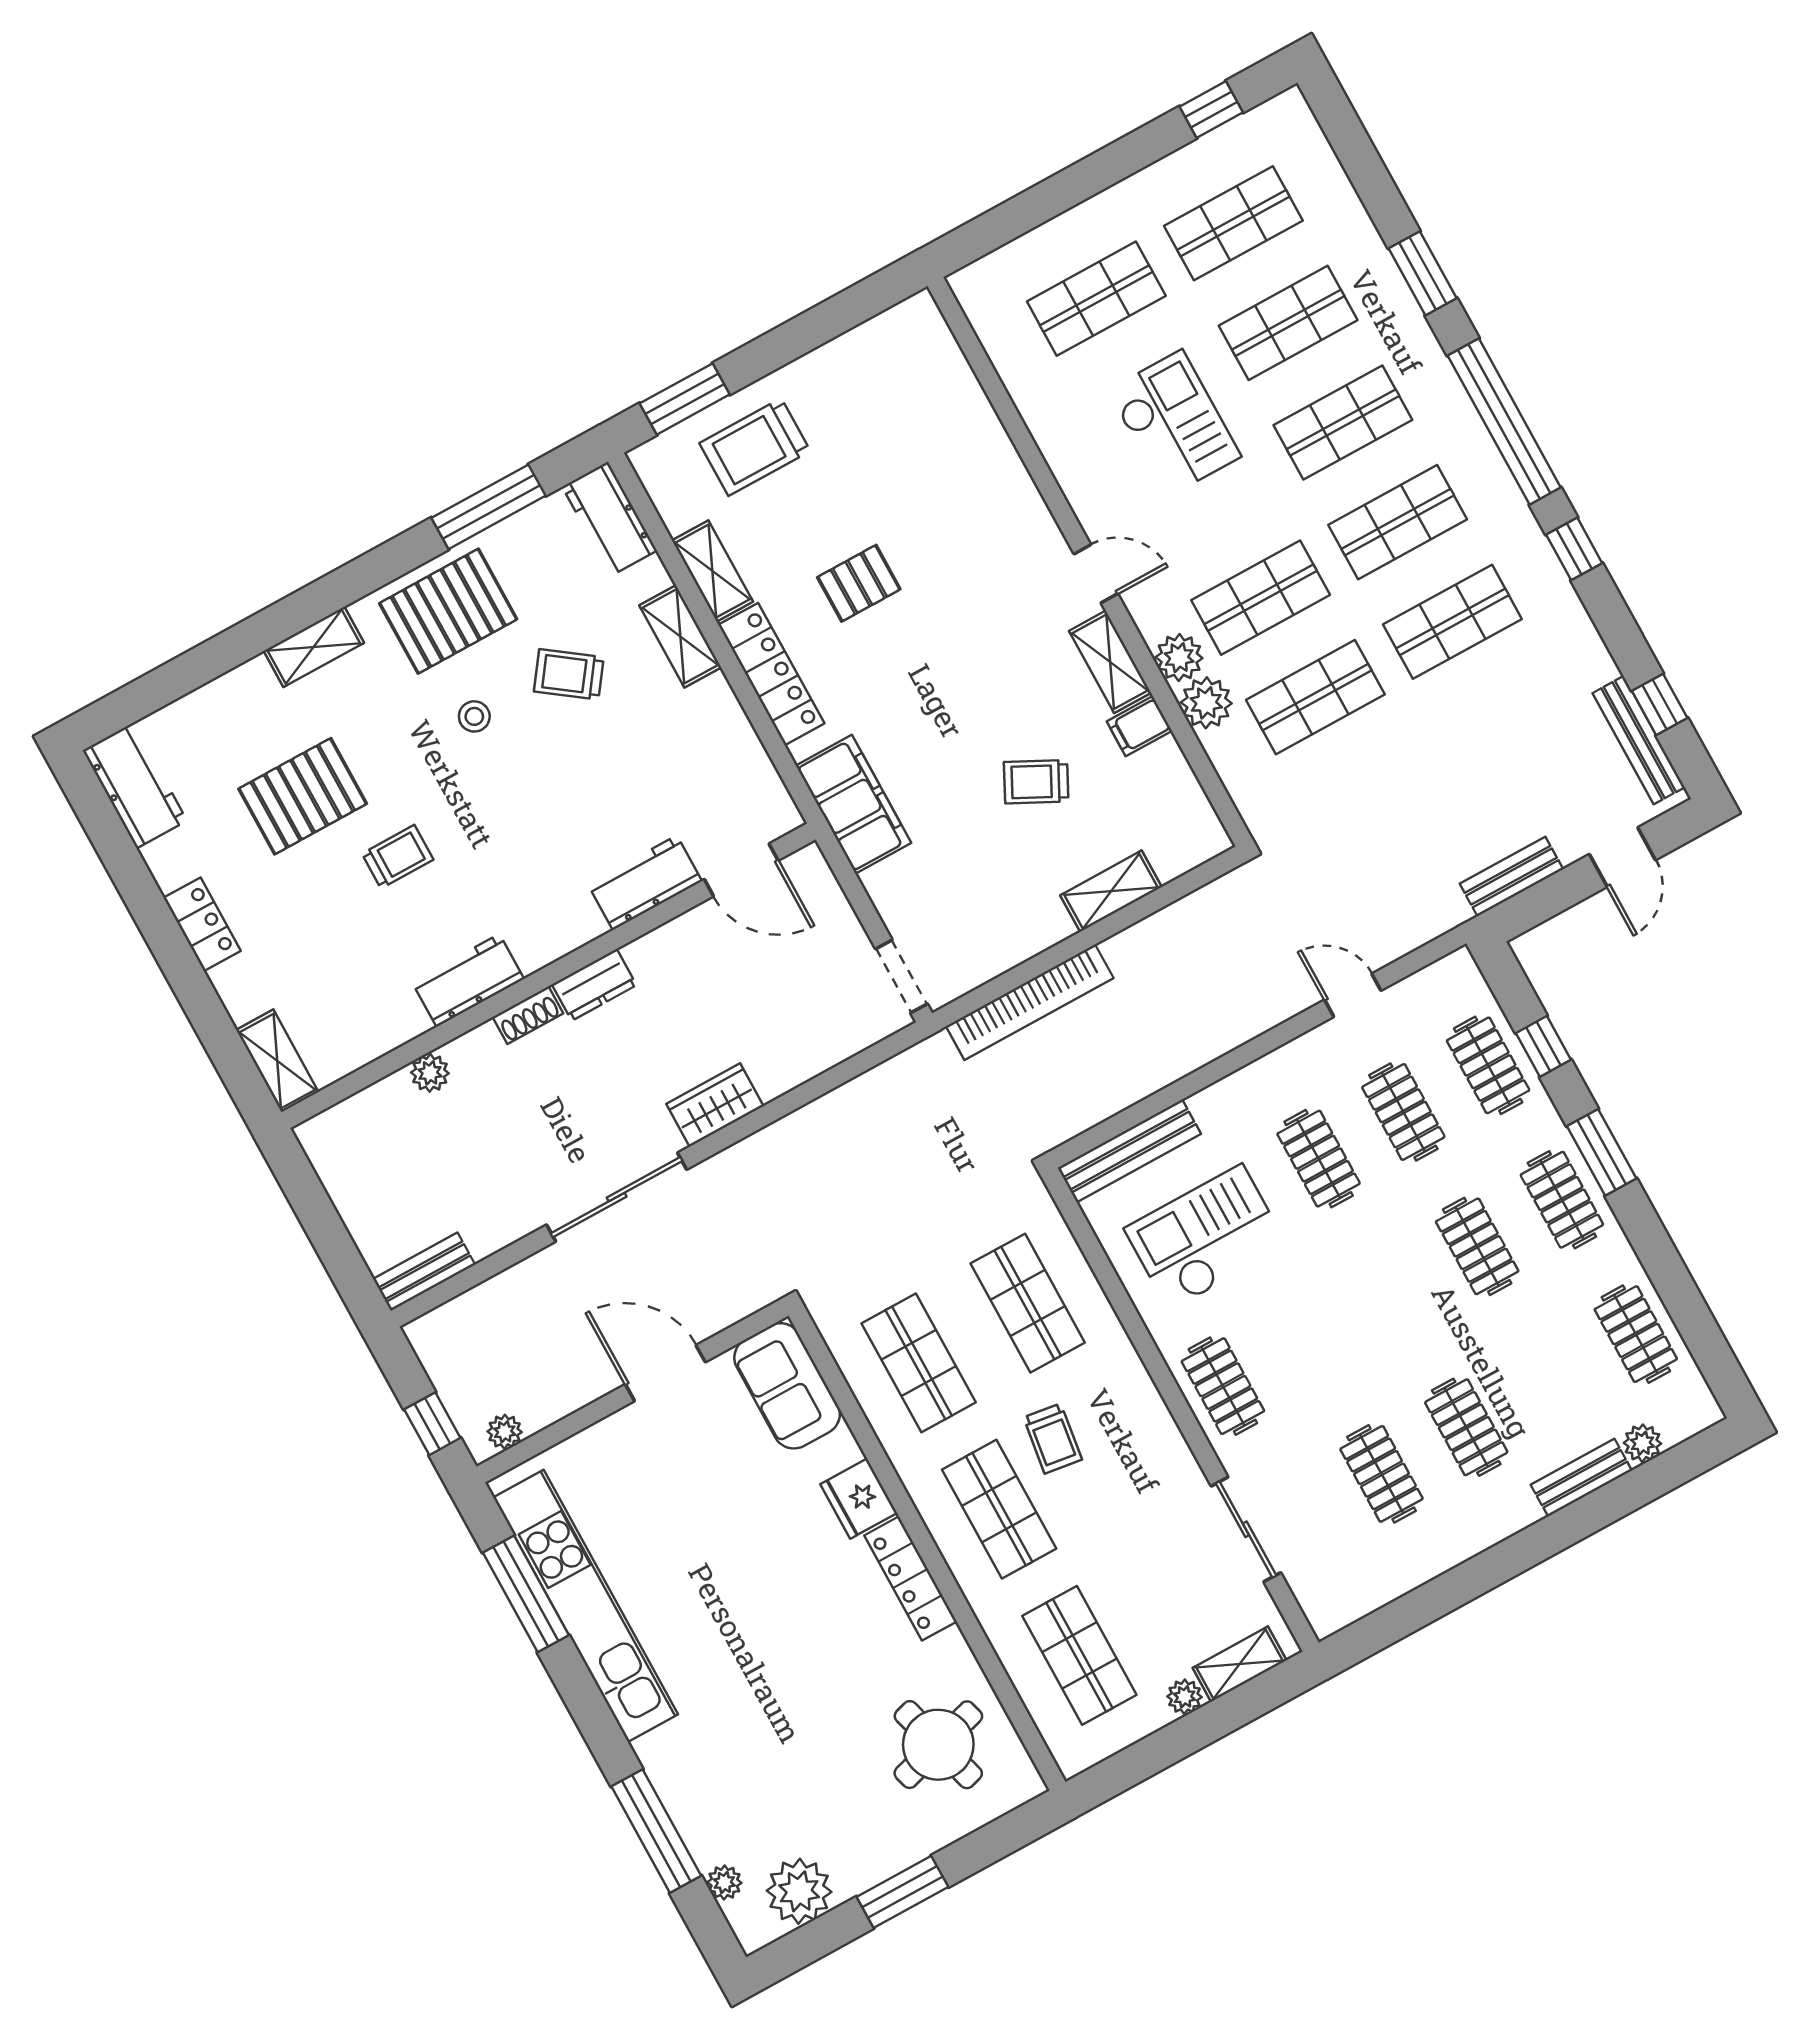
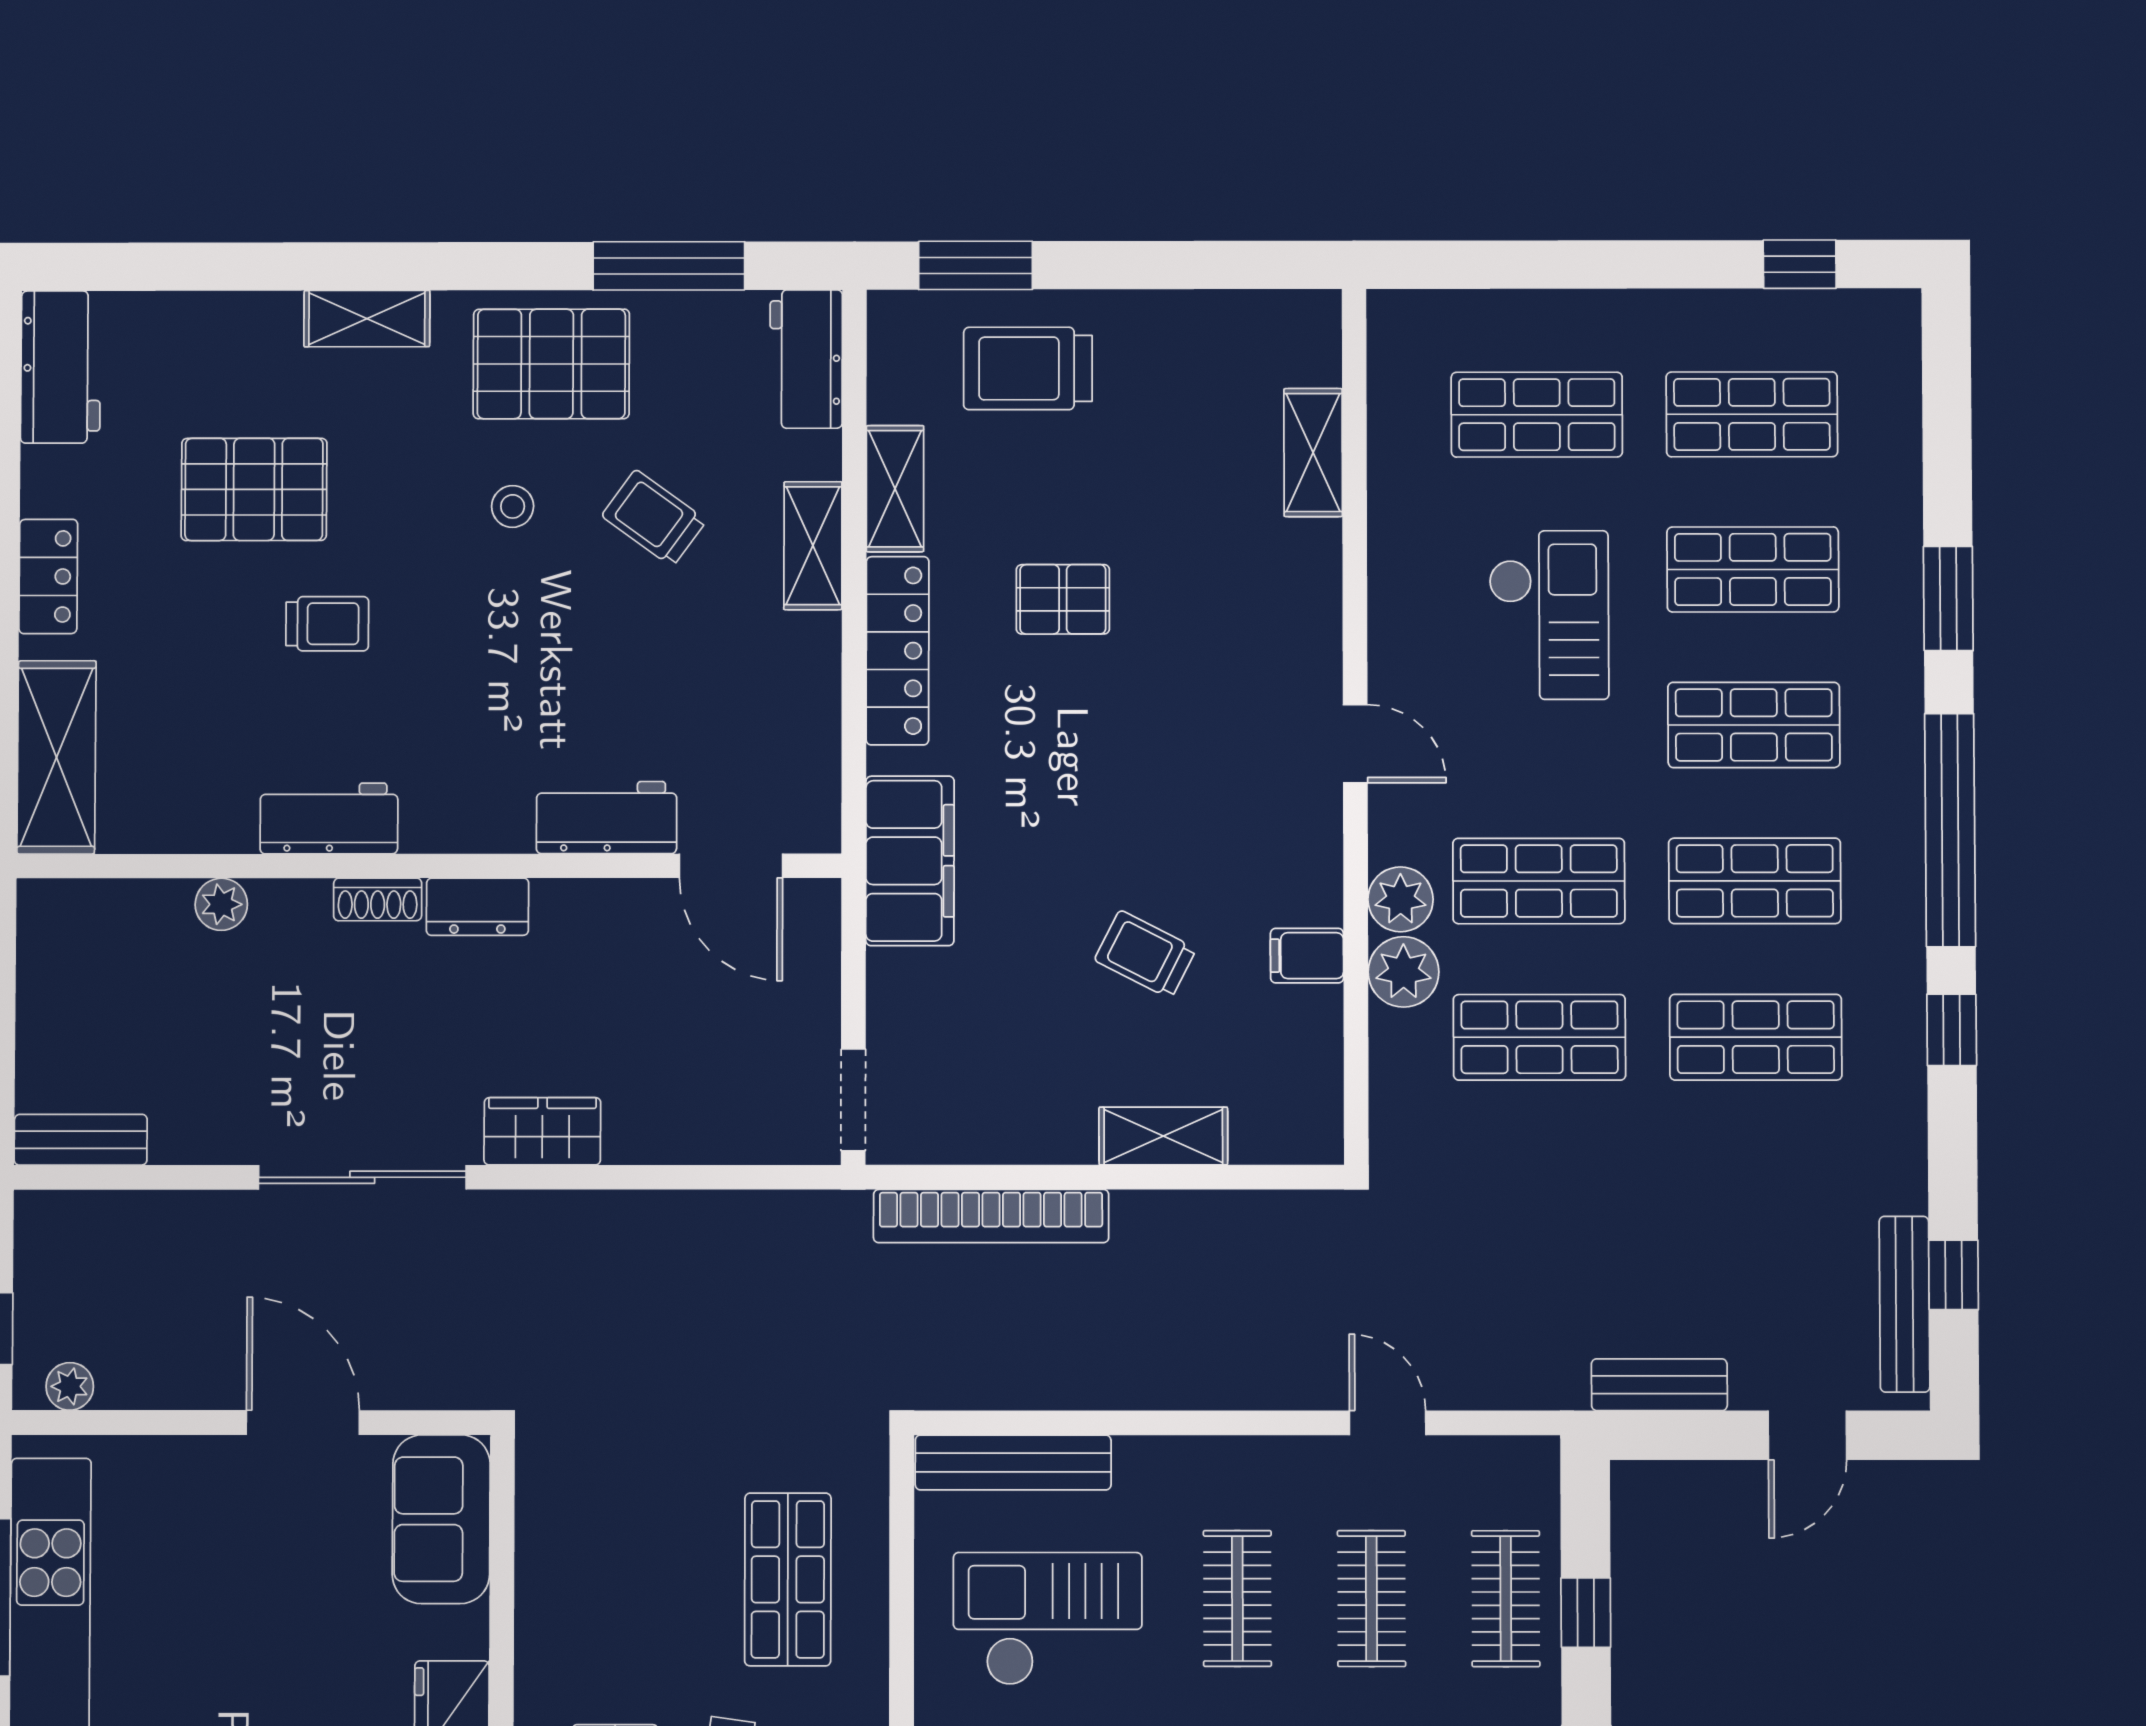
shelving: (1110, 662) -> (1313, 453), moved
shelving: (277, 1061) -> (56, 757), width x1.50, depth x1.33
shop shelf: (919, 1363) -> (616, 1579), removed

